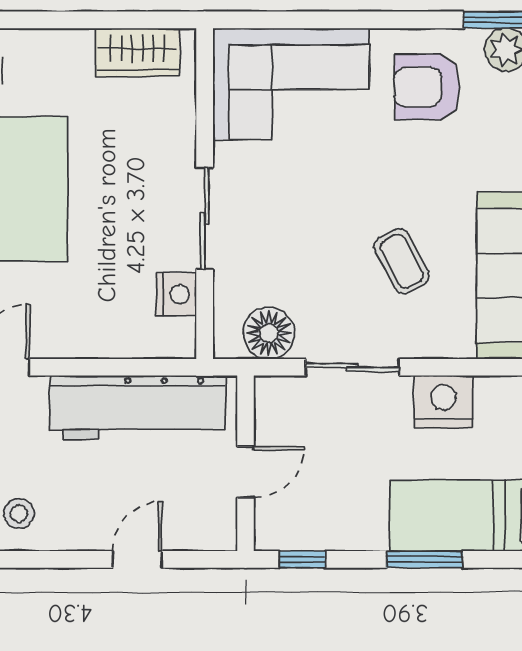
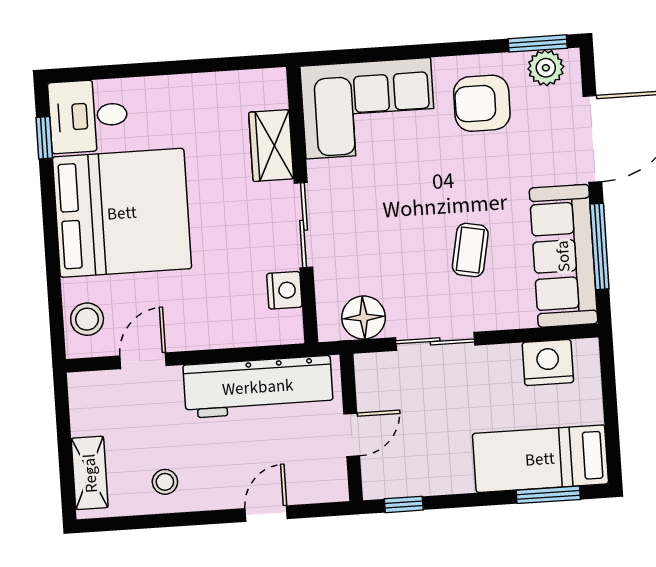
wardrobe: (138, 52) -> (271, 146), moved, turned 90
coffee table: (402, 261) -> (470, 250), turned 39
nightstand: (443, 402) -> (548, 363), moved
window: (425, 559) -> (548, 495), moved

